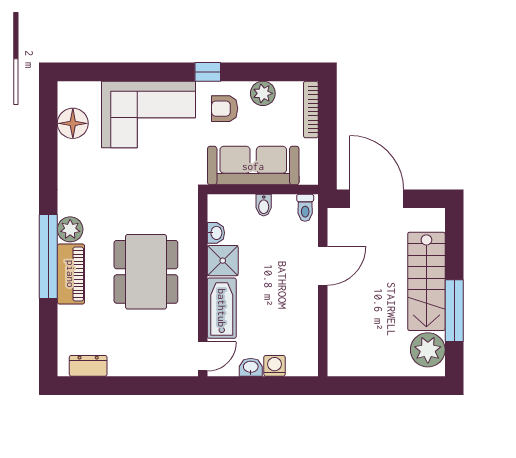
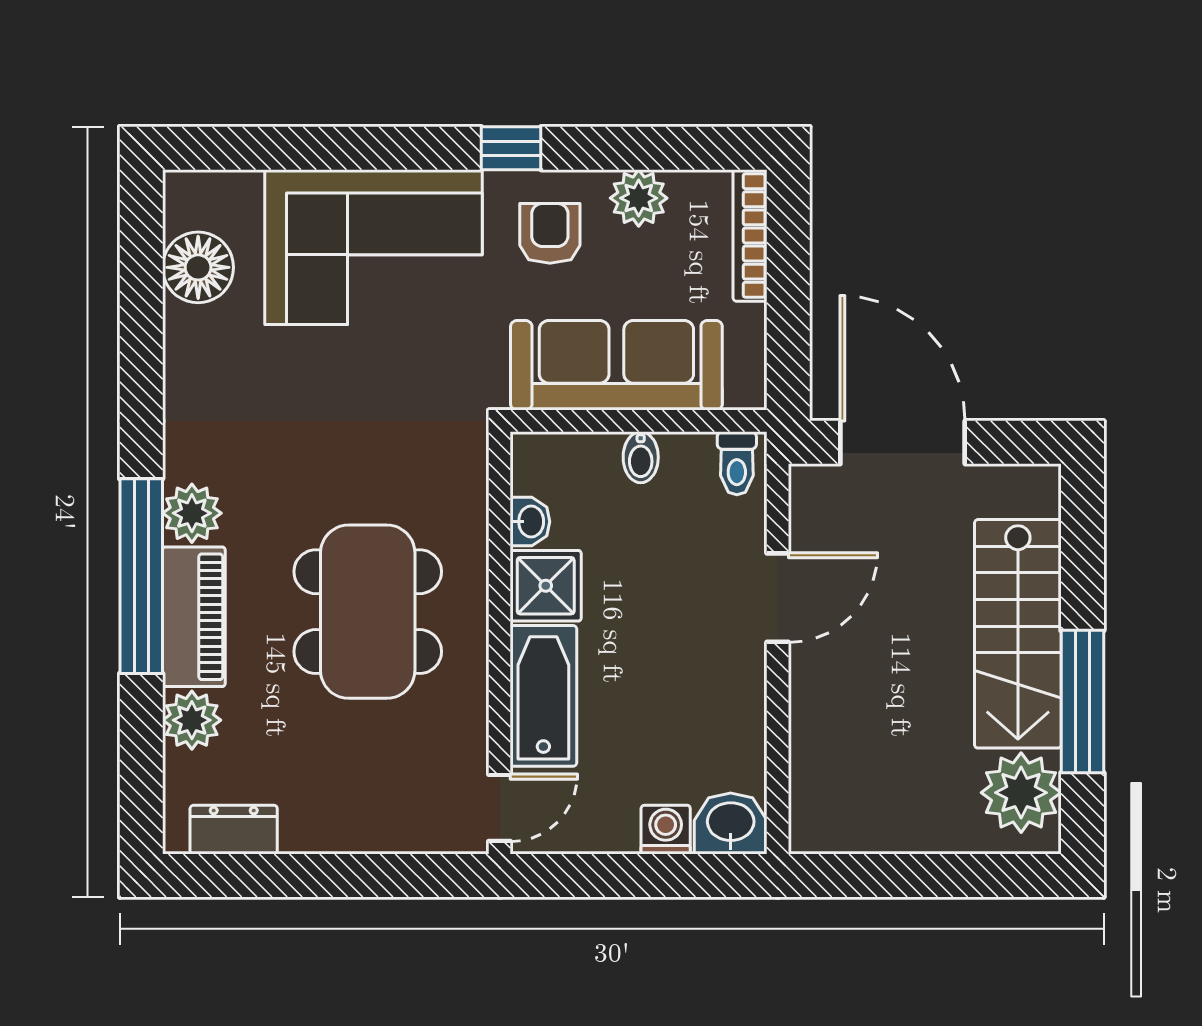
armchair: (225, 109) -> (550, 233), turned 90
plant: (70, 319) -> (192, 720), added
washbasin: (251, 367) -> (731, 823), moved, width x1.38, depth x1.45

